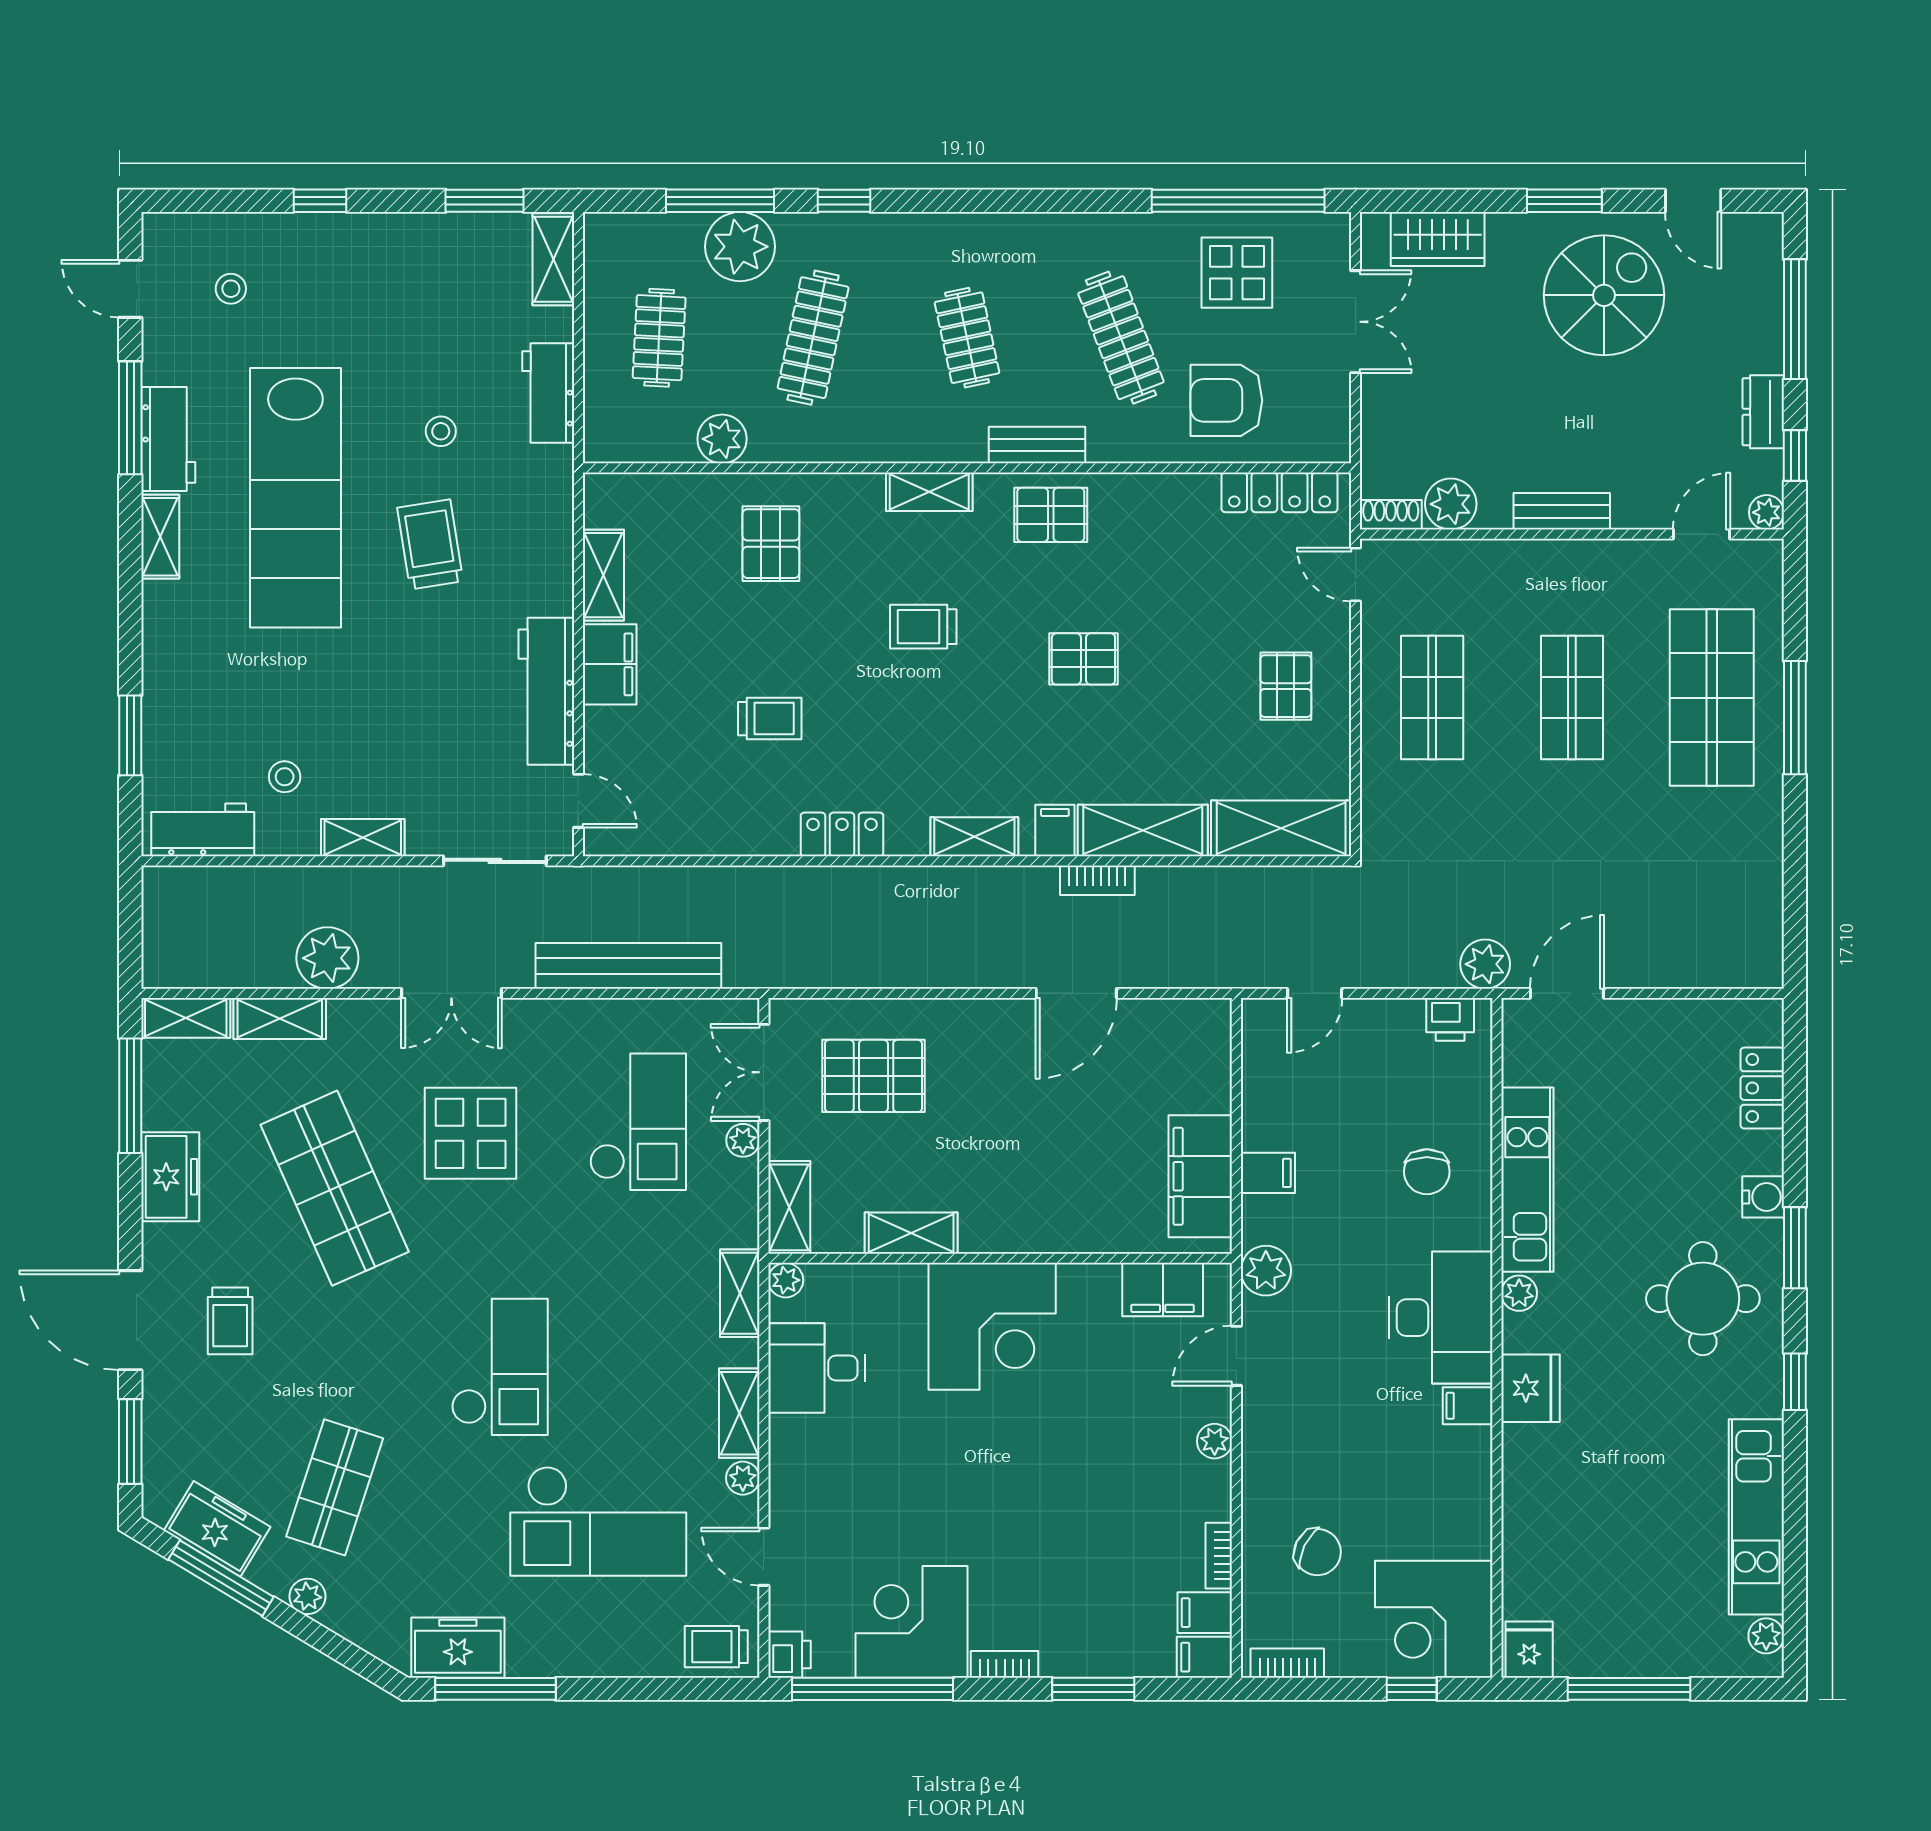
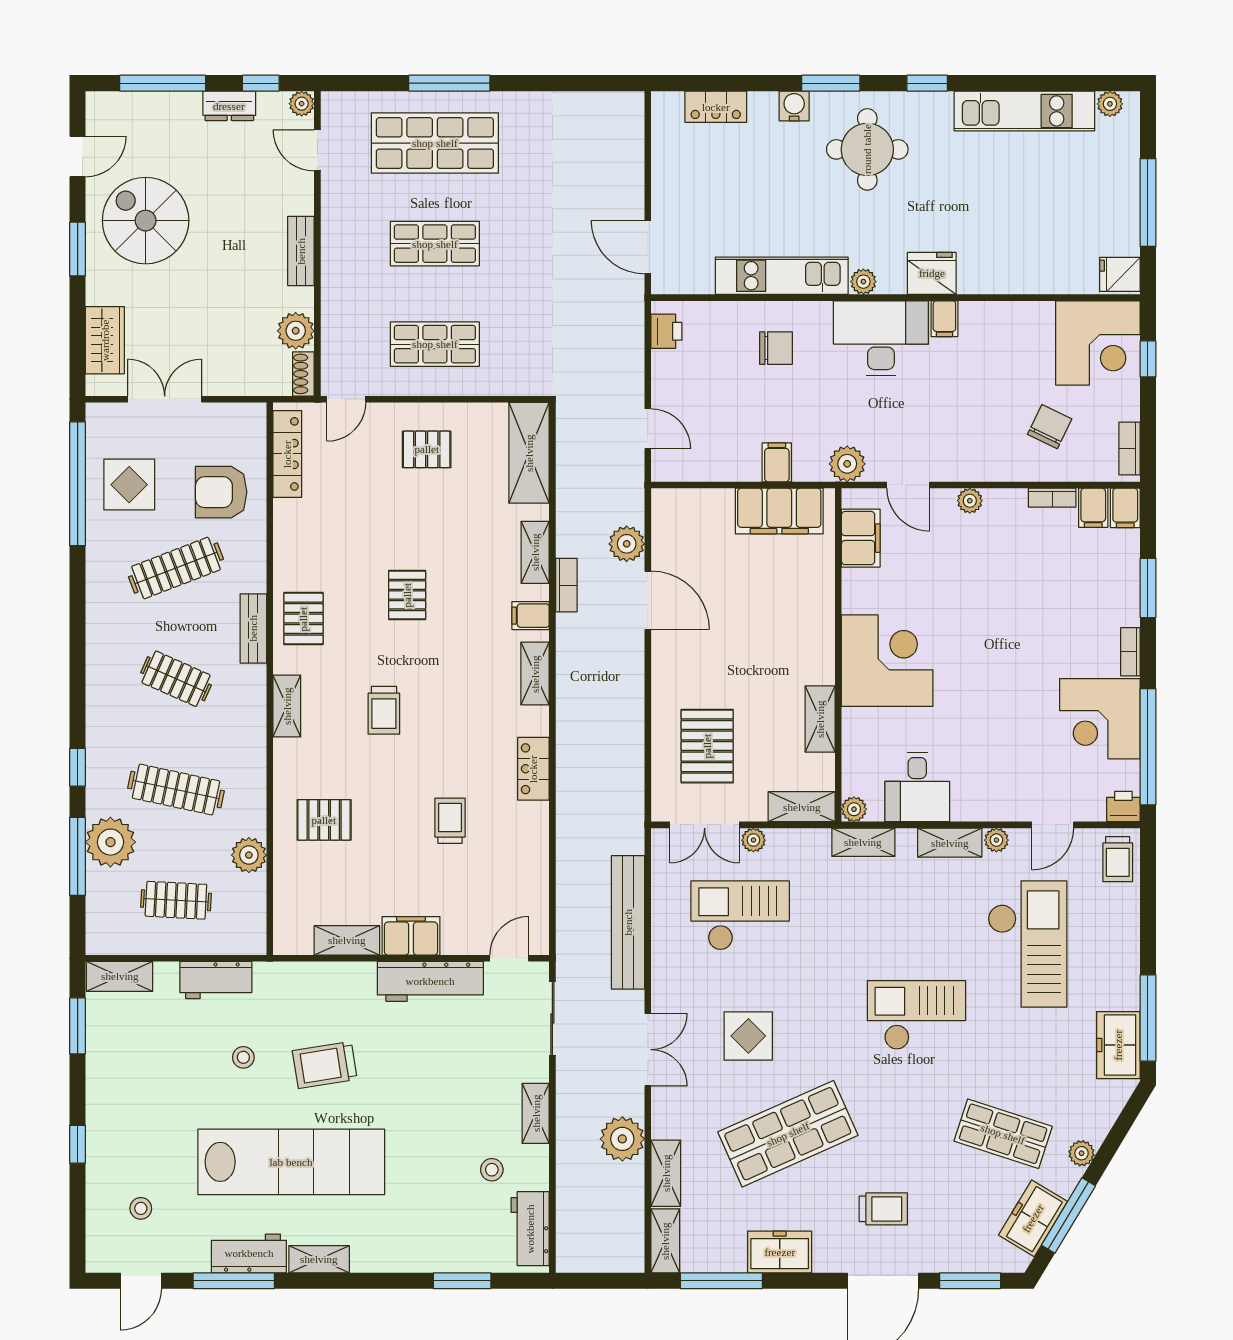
clothes rail: (967, 338) -> (176, 679), turned 36
armchair: (1226, 400) -> (221, 492), turned 90
shelving: (1143, 831) -> (535, 552), width x0.67, depth x0.75
plant: (1485, 964) -> (627, 544), moved
display table: (471, 1133) -> (748, 1036), width x0.73, depth x0.73

